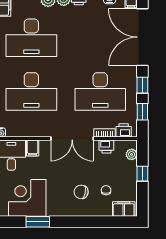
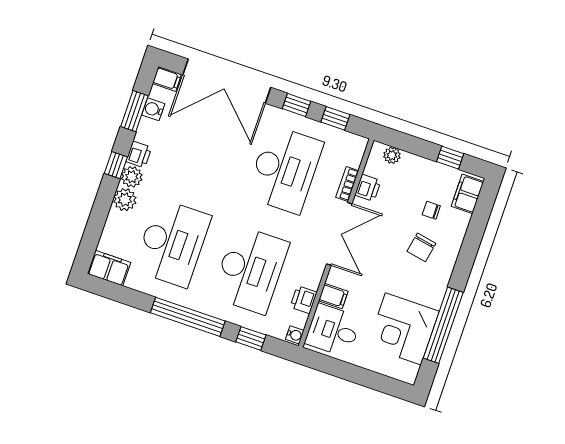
printer: (124, 130) -> (303, 300), moved
window: (142, 174) -> (450, 158), moved
window: (38, 222) -> (443, 325), width x2.11

